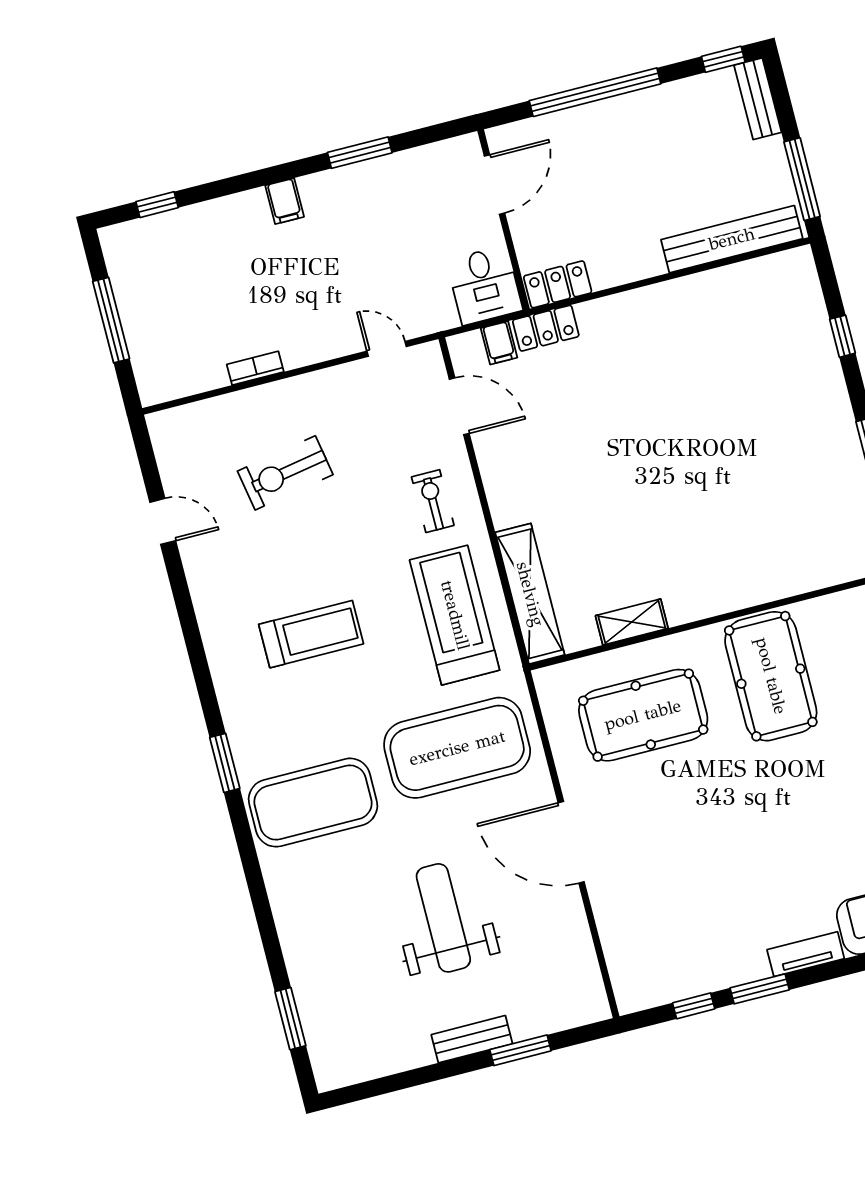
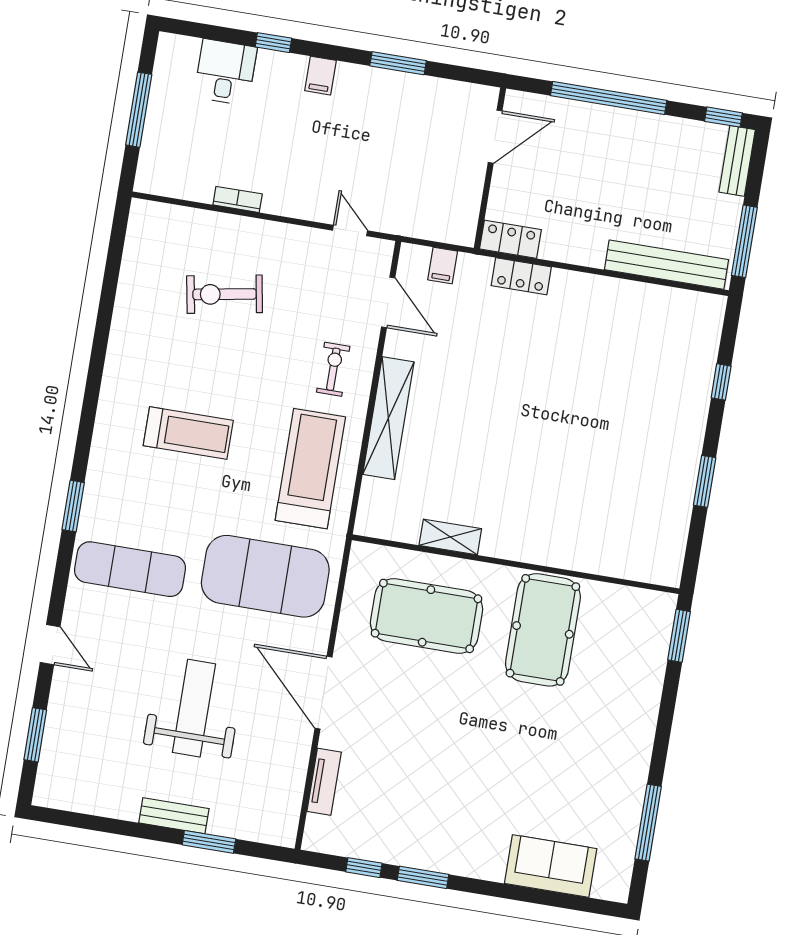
window: (157, 205) -> (273, 43), moved
desk: (484, 285) -> (225, 72), moved, turned 180
locker: (546, 328) -> (521, 276), moved
door: (163, 521) -> (50, 645), moved
shelving: (530, 594) -> (388, 418), moved
exercise mat: (313, 803) -> (130, 569), width x0.68
tv unit: (806, 954) -> (324, 782), moved, turned 90

